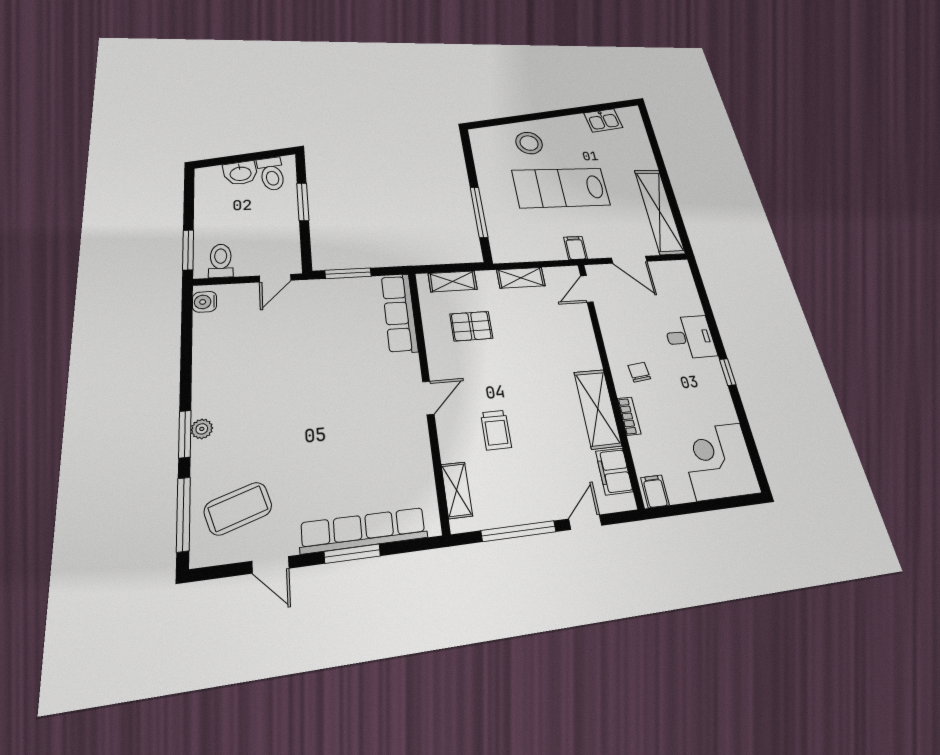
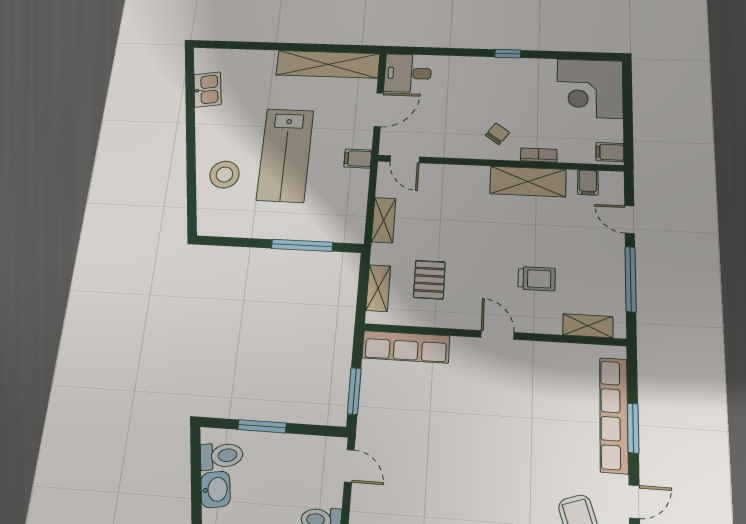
desk: (690, 337) -> (408, 73), moved, turned -90
chair: (639, 372) -> (497, 134), turned 132
filing cabinet: (614, 471) -> (588, 182), width x0.50

